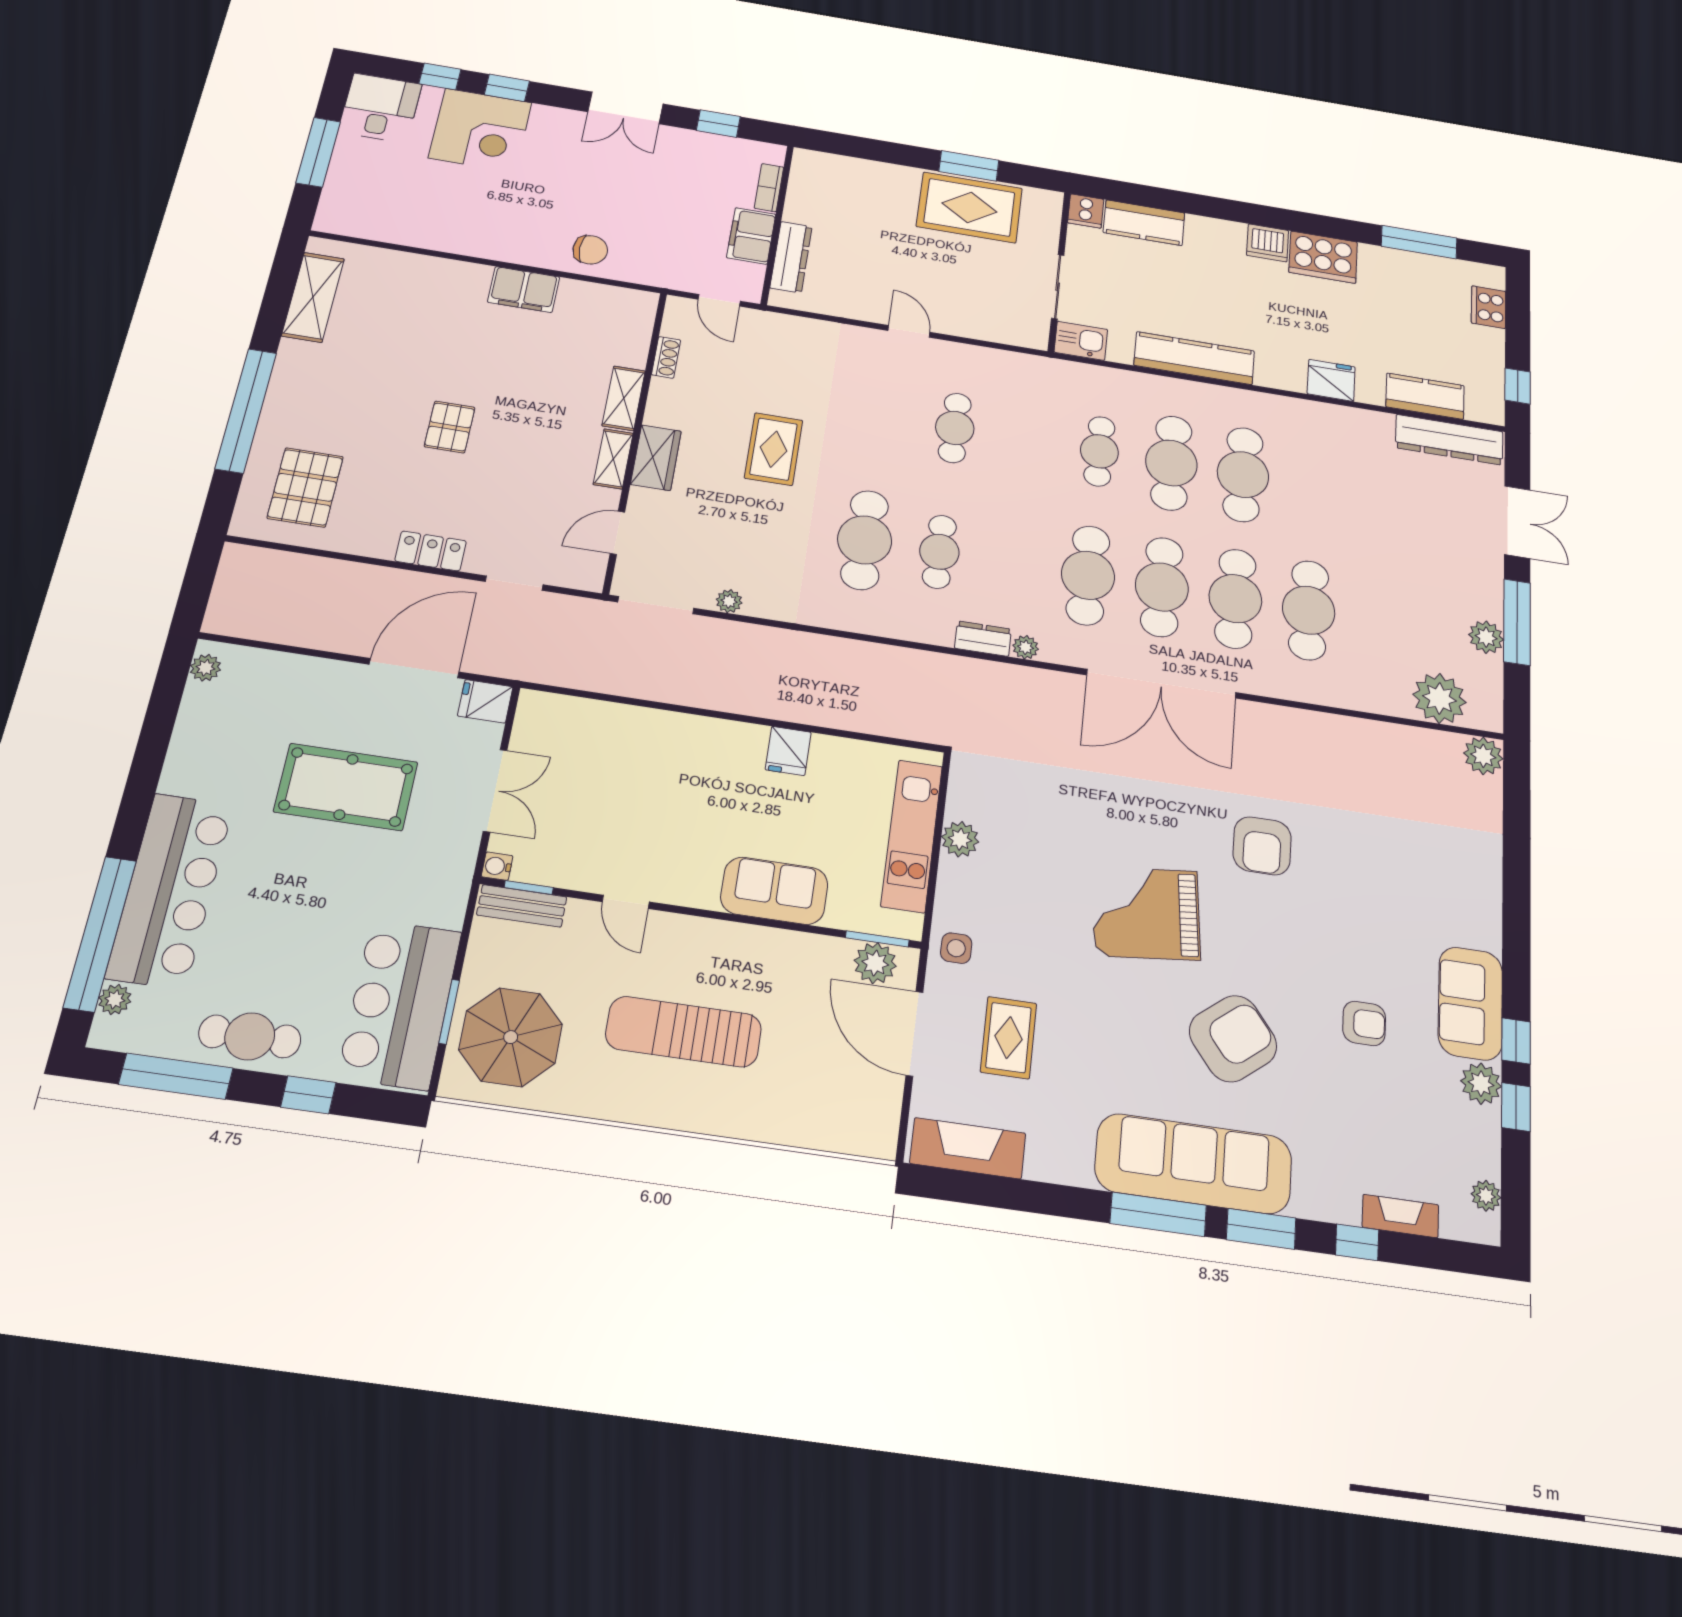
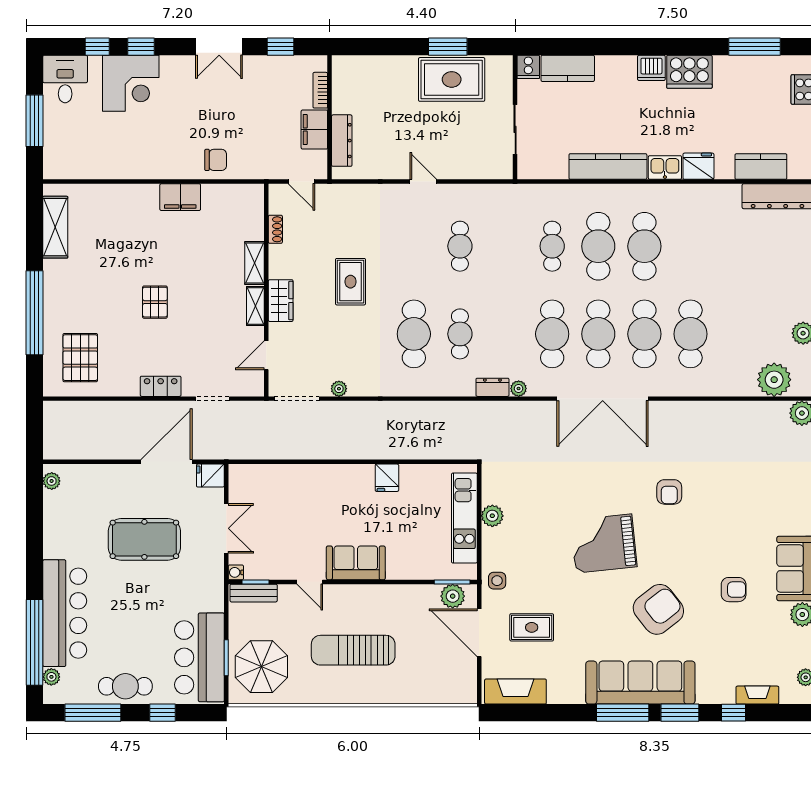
kitchen sink: (1081, 341) -> (665, 167), moved
armchair: (1262, 846) -> (669, 492), width x0.72, depth x0.72
sofa: (774, 891) -> (356, 563), moved
rug: (1009, 1038) -> (532, 627), turned 90

